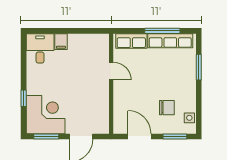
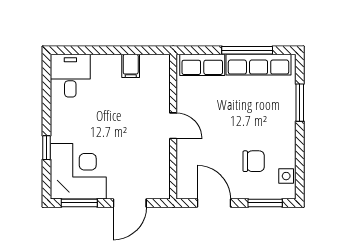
filing cabinet: (61, 42) -> (131, 66), moved
door: (111, 71) -> (173, 126), moved

